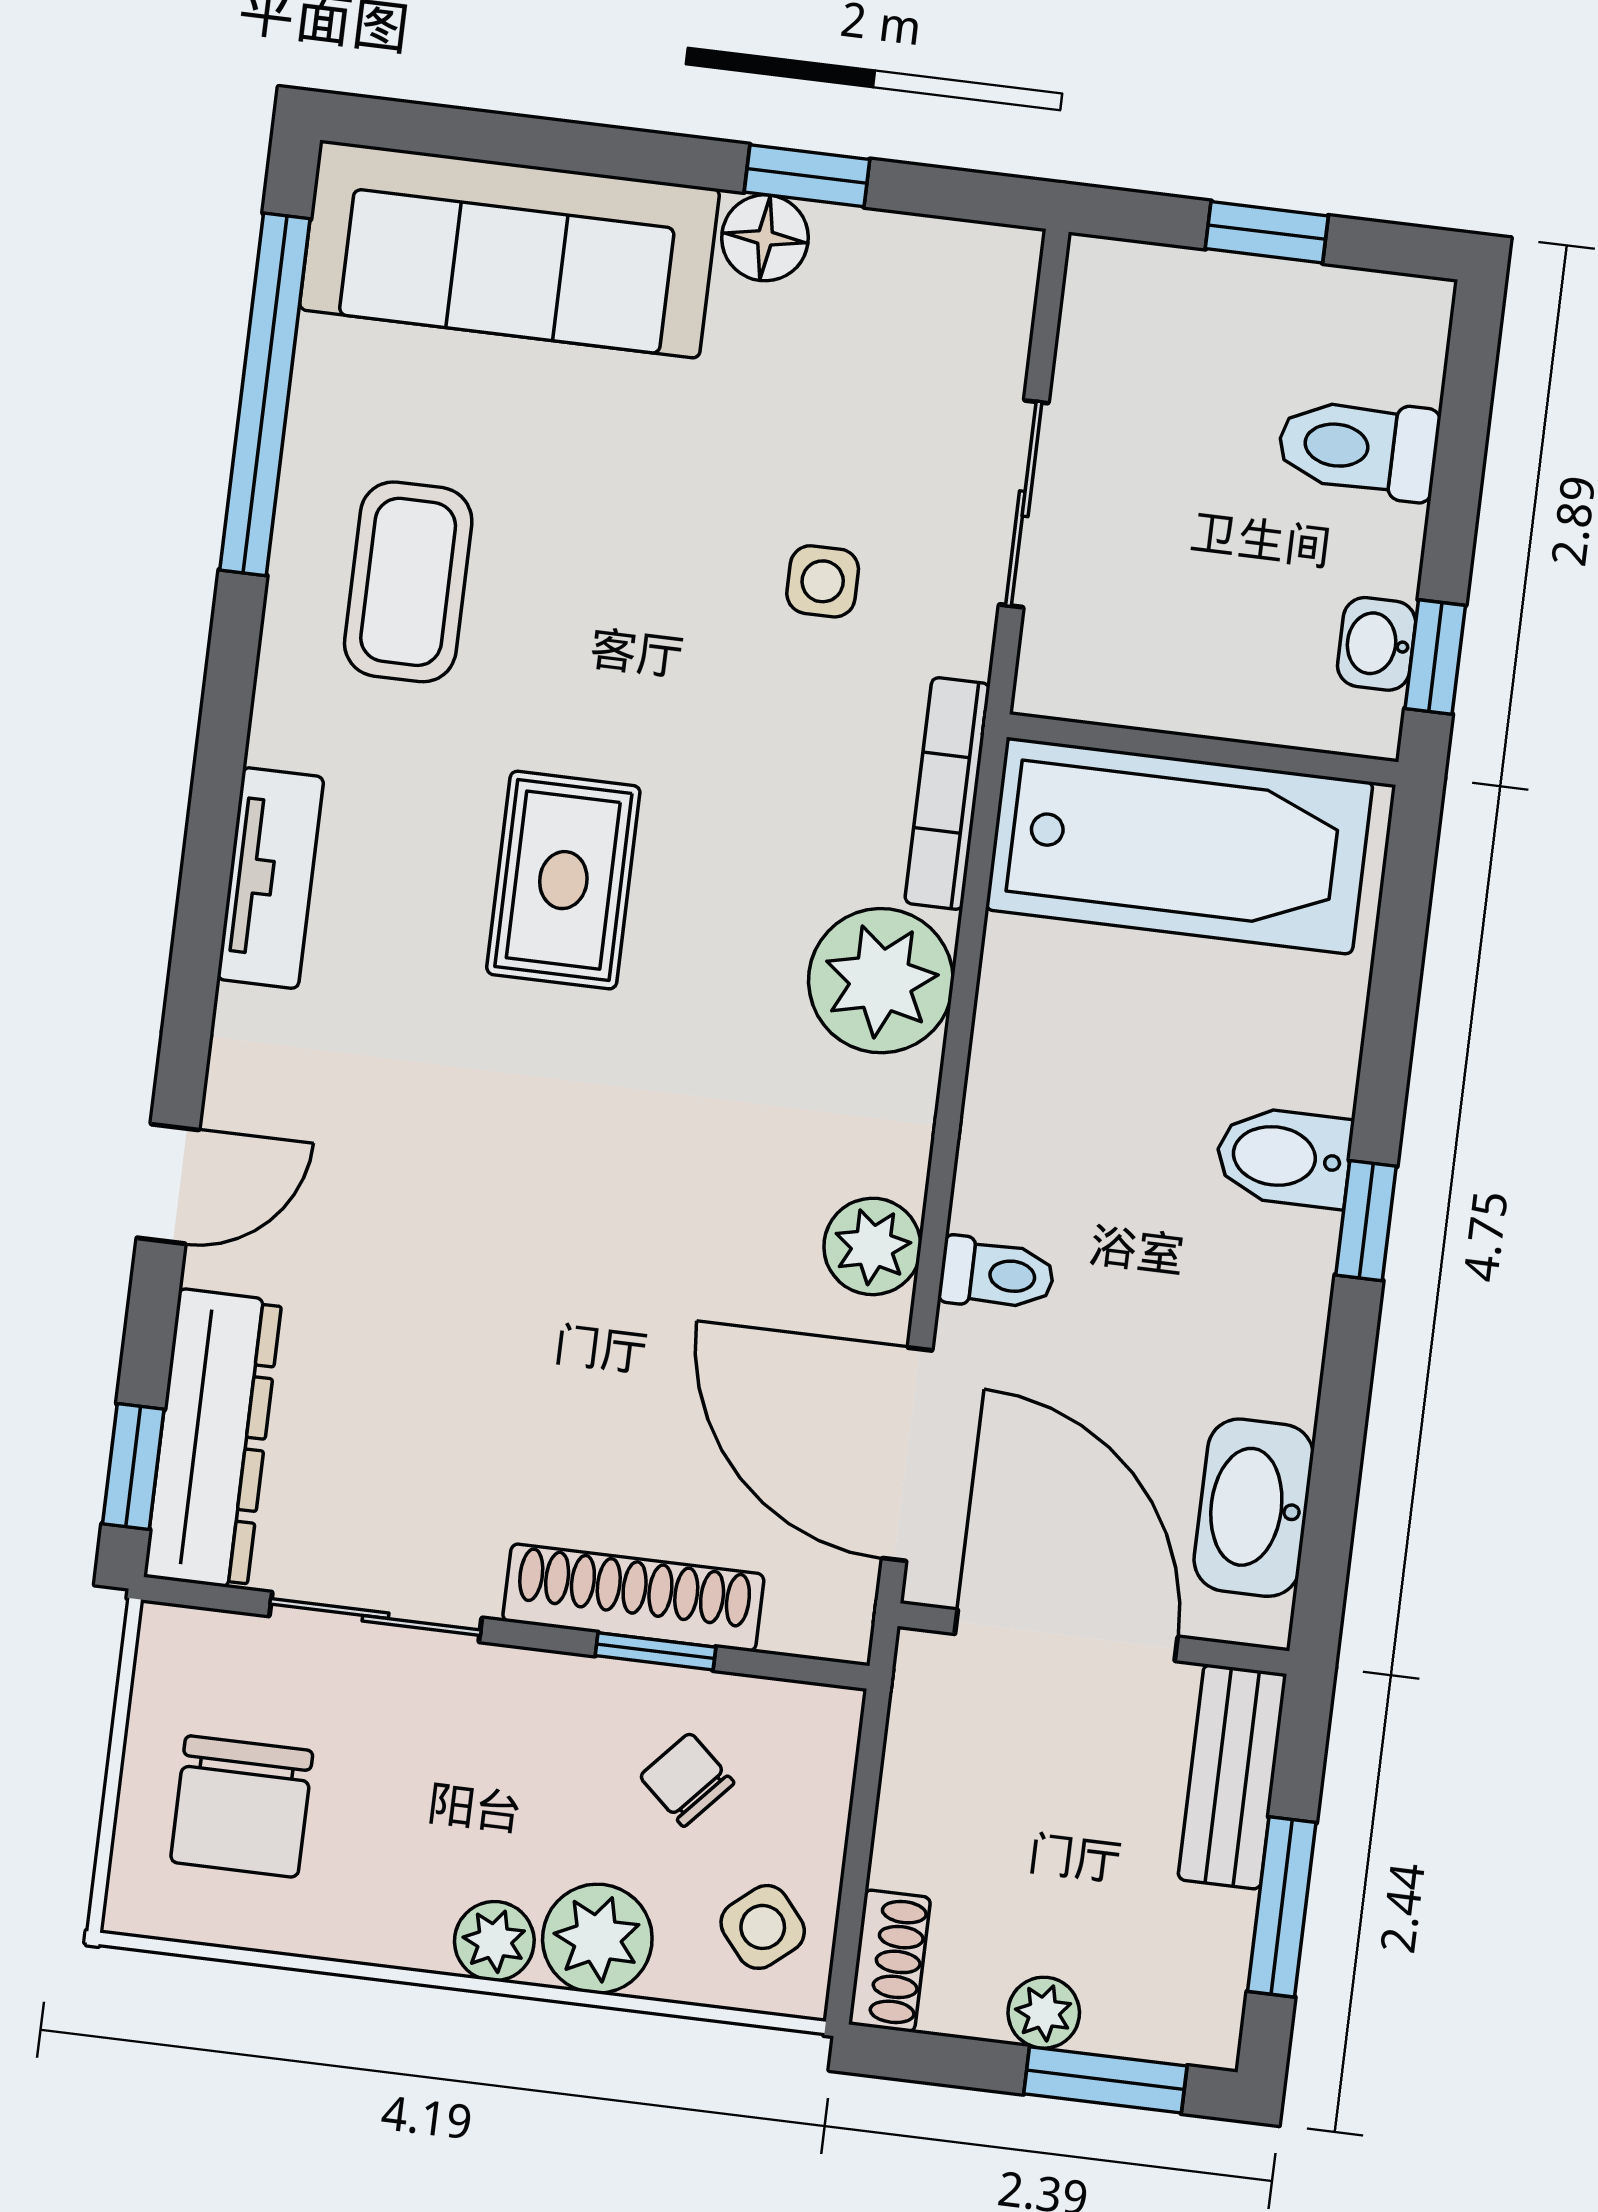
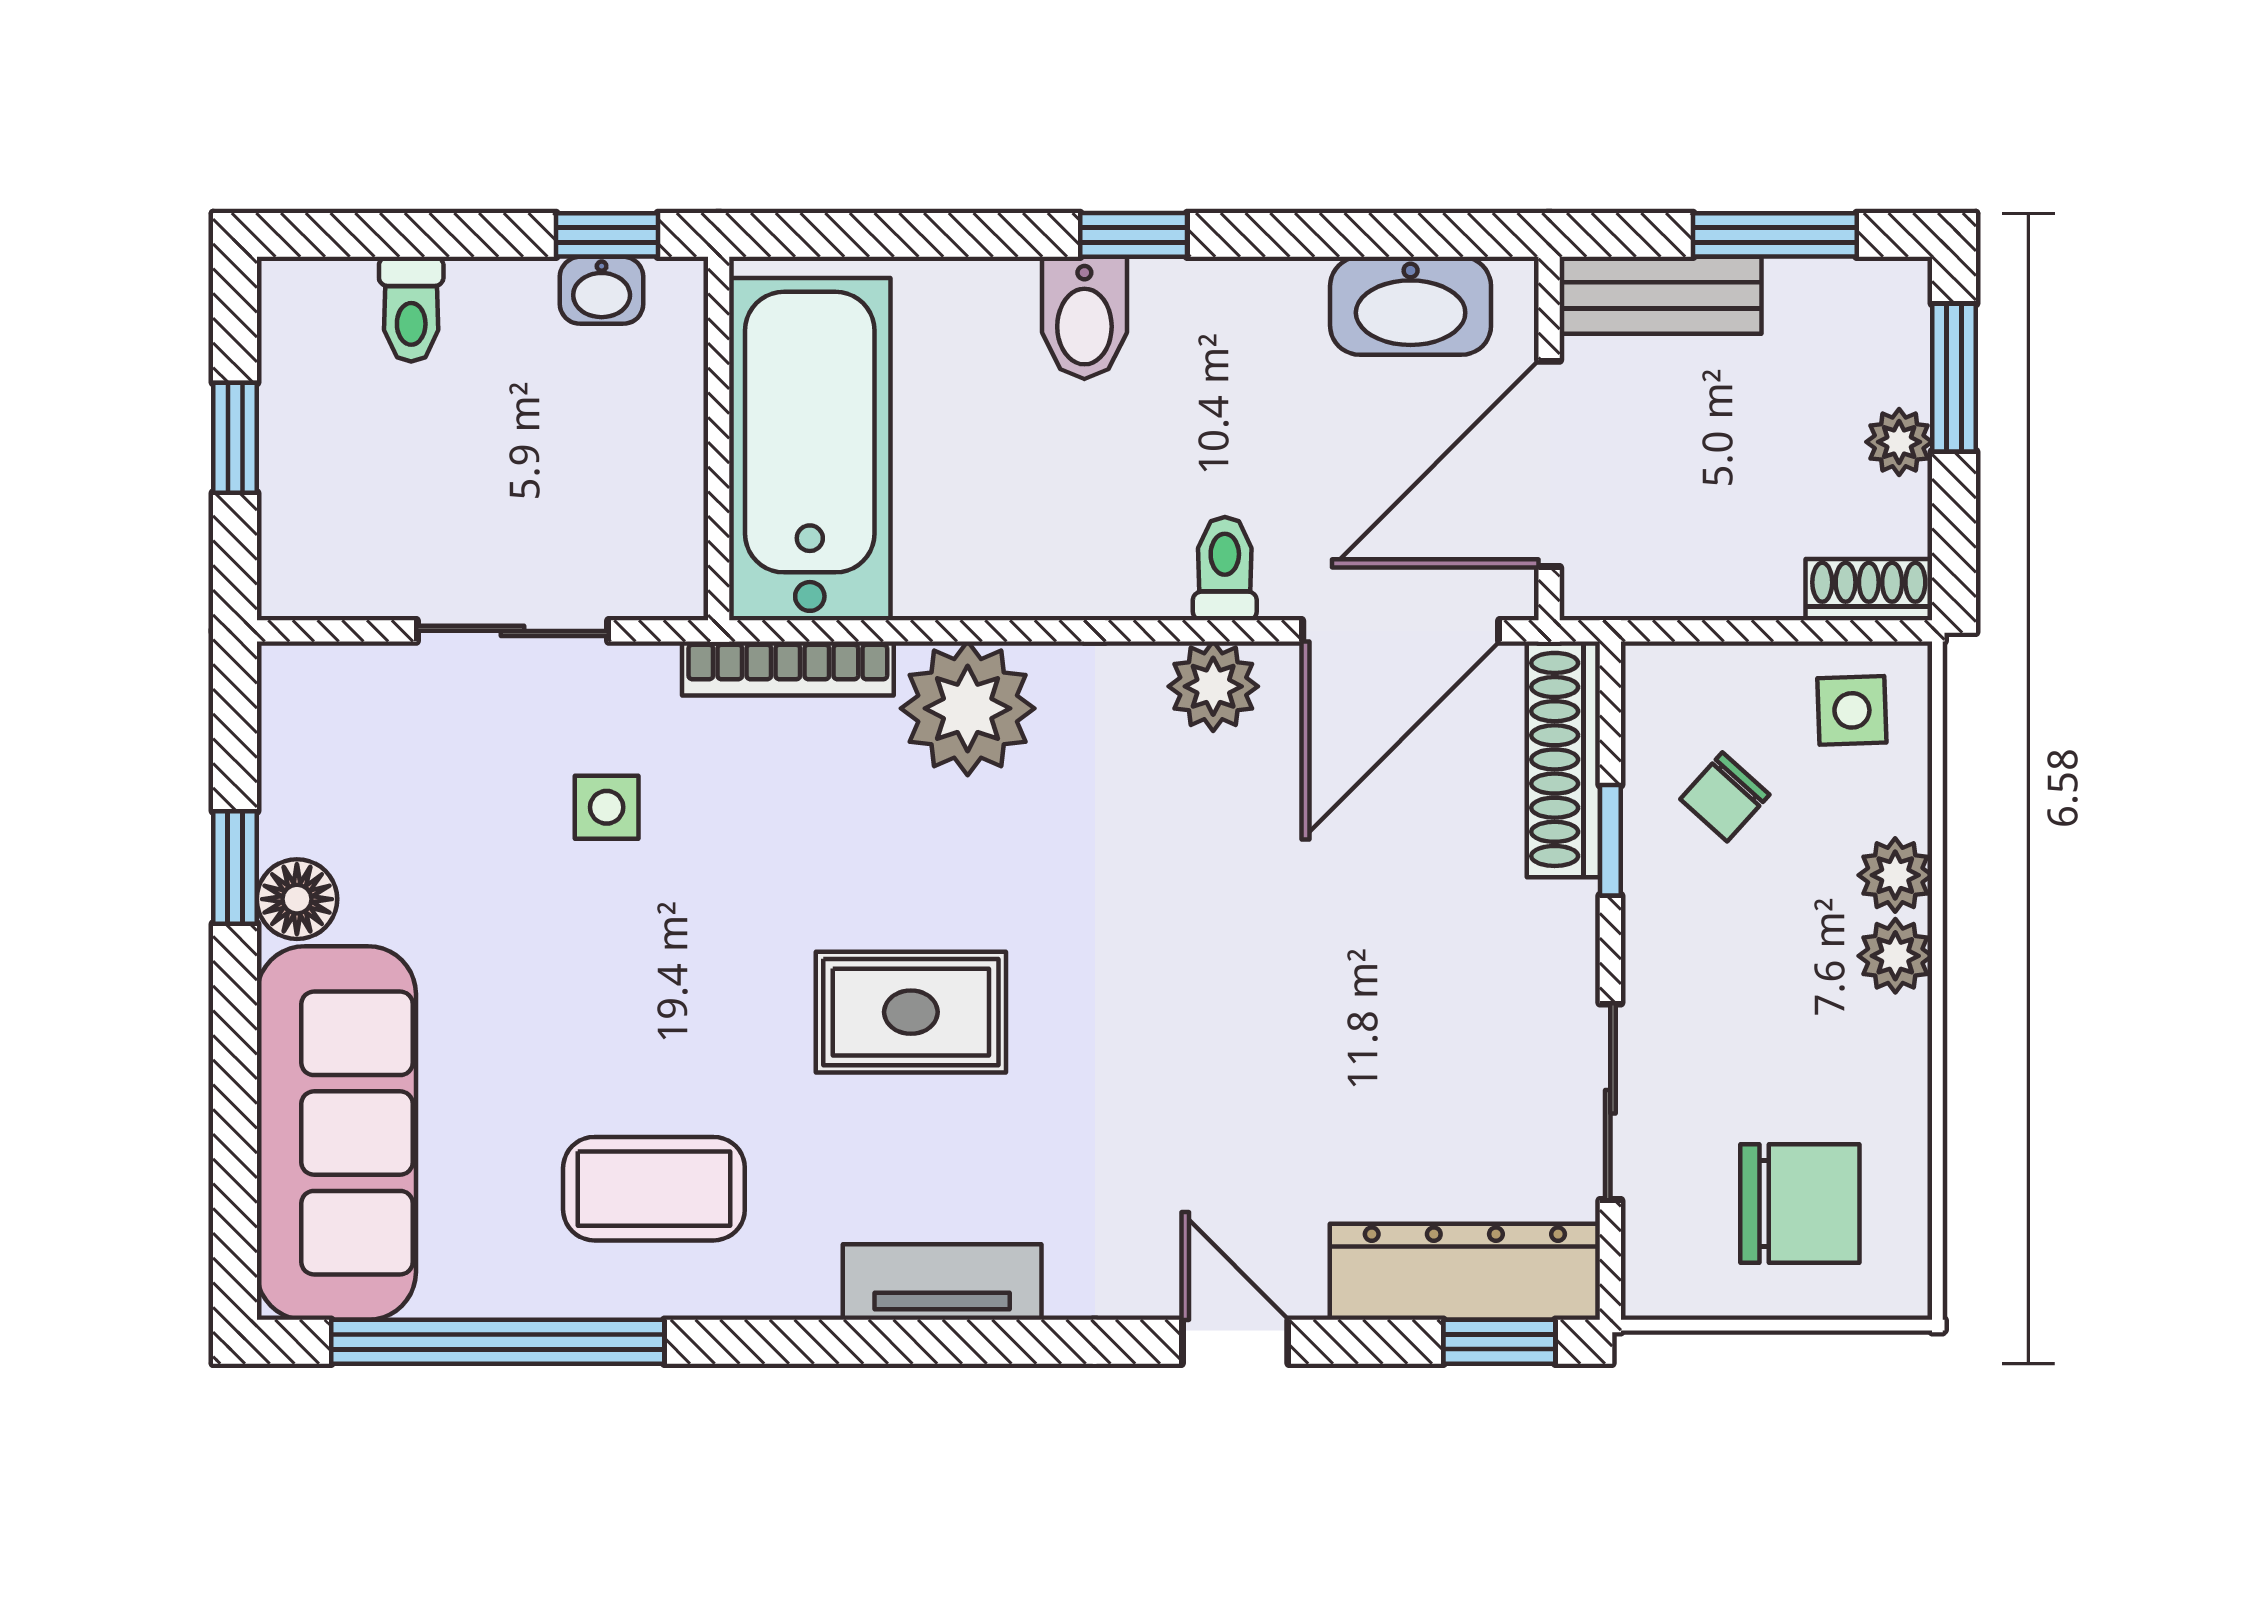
toilet: (1358, 448) -> (411, 309), width x0.73, depth x0.72
shoe rack: (633, 1598) -> (1563, 759), moved
side table: (763, 1927) -> (1852, 710), turned 38
plant: (597, 1939) -> (1895, 875), width x0.73, depth x0.73

